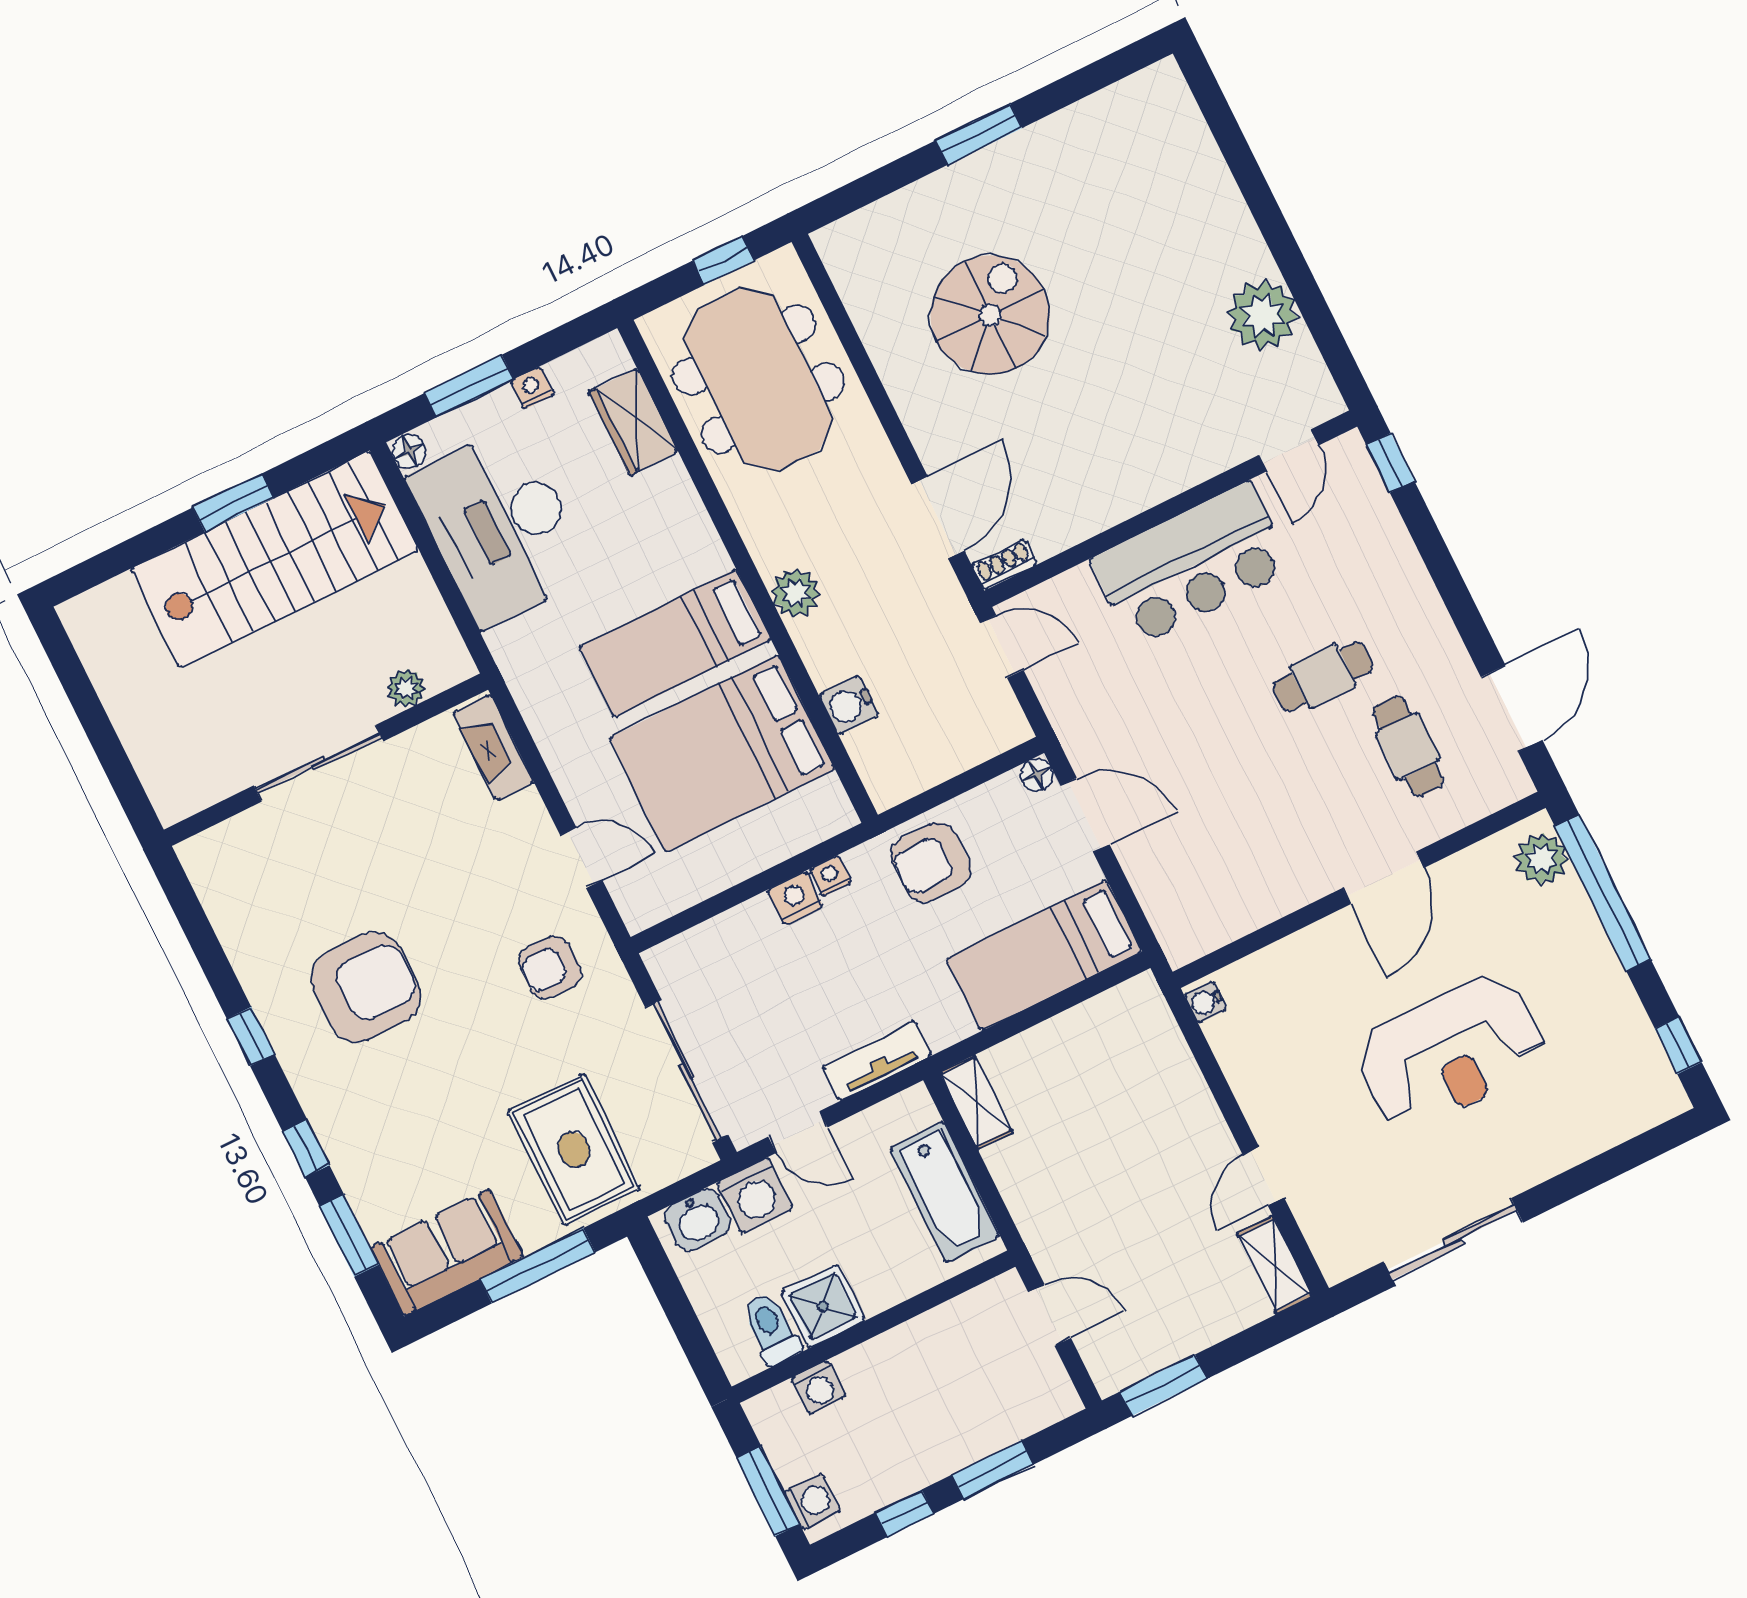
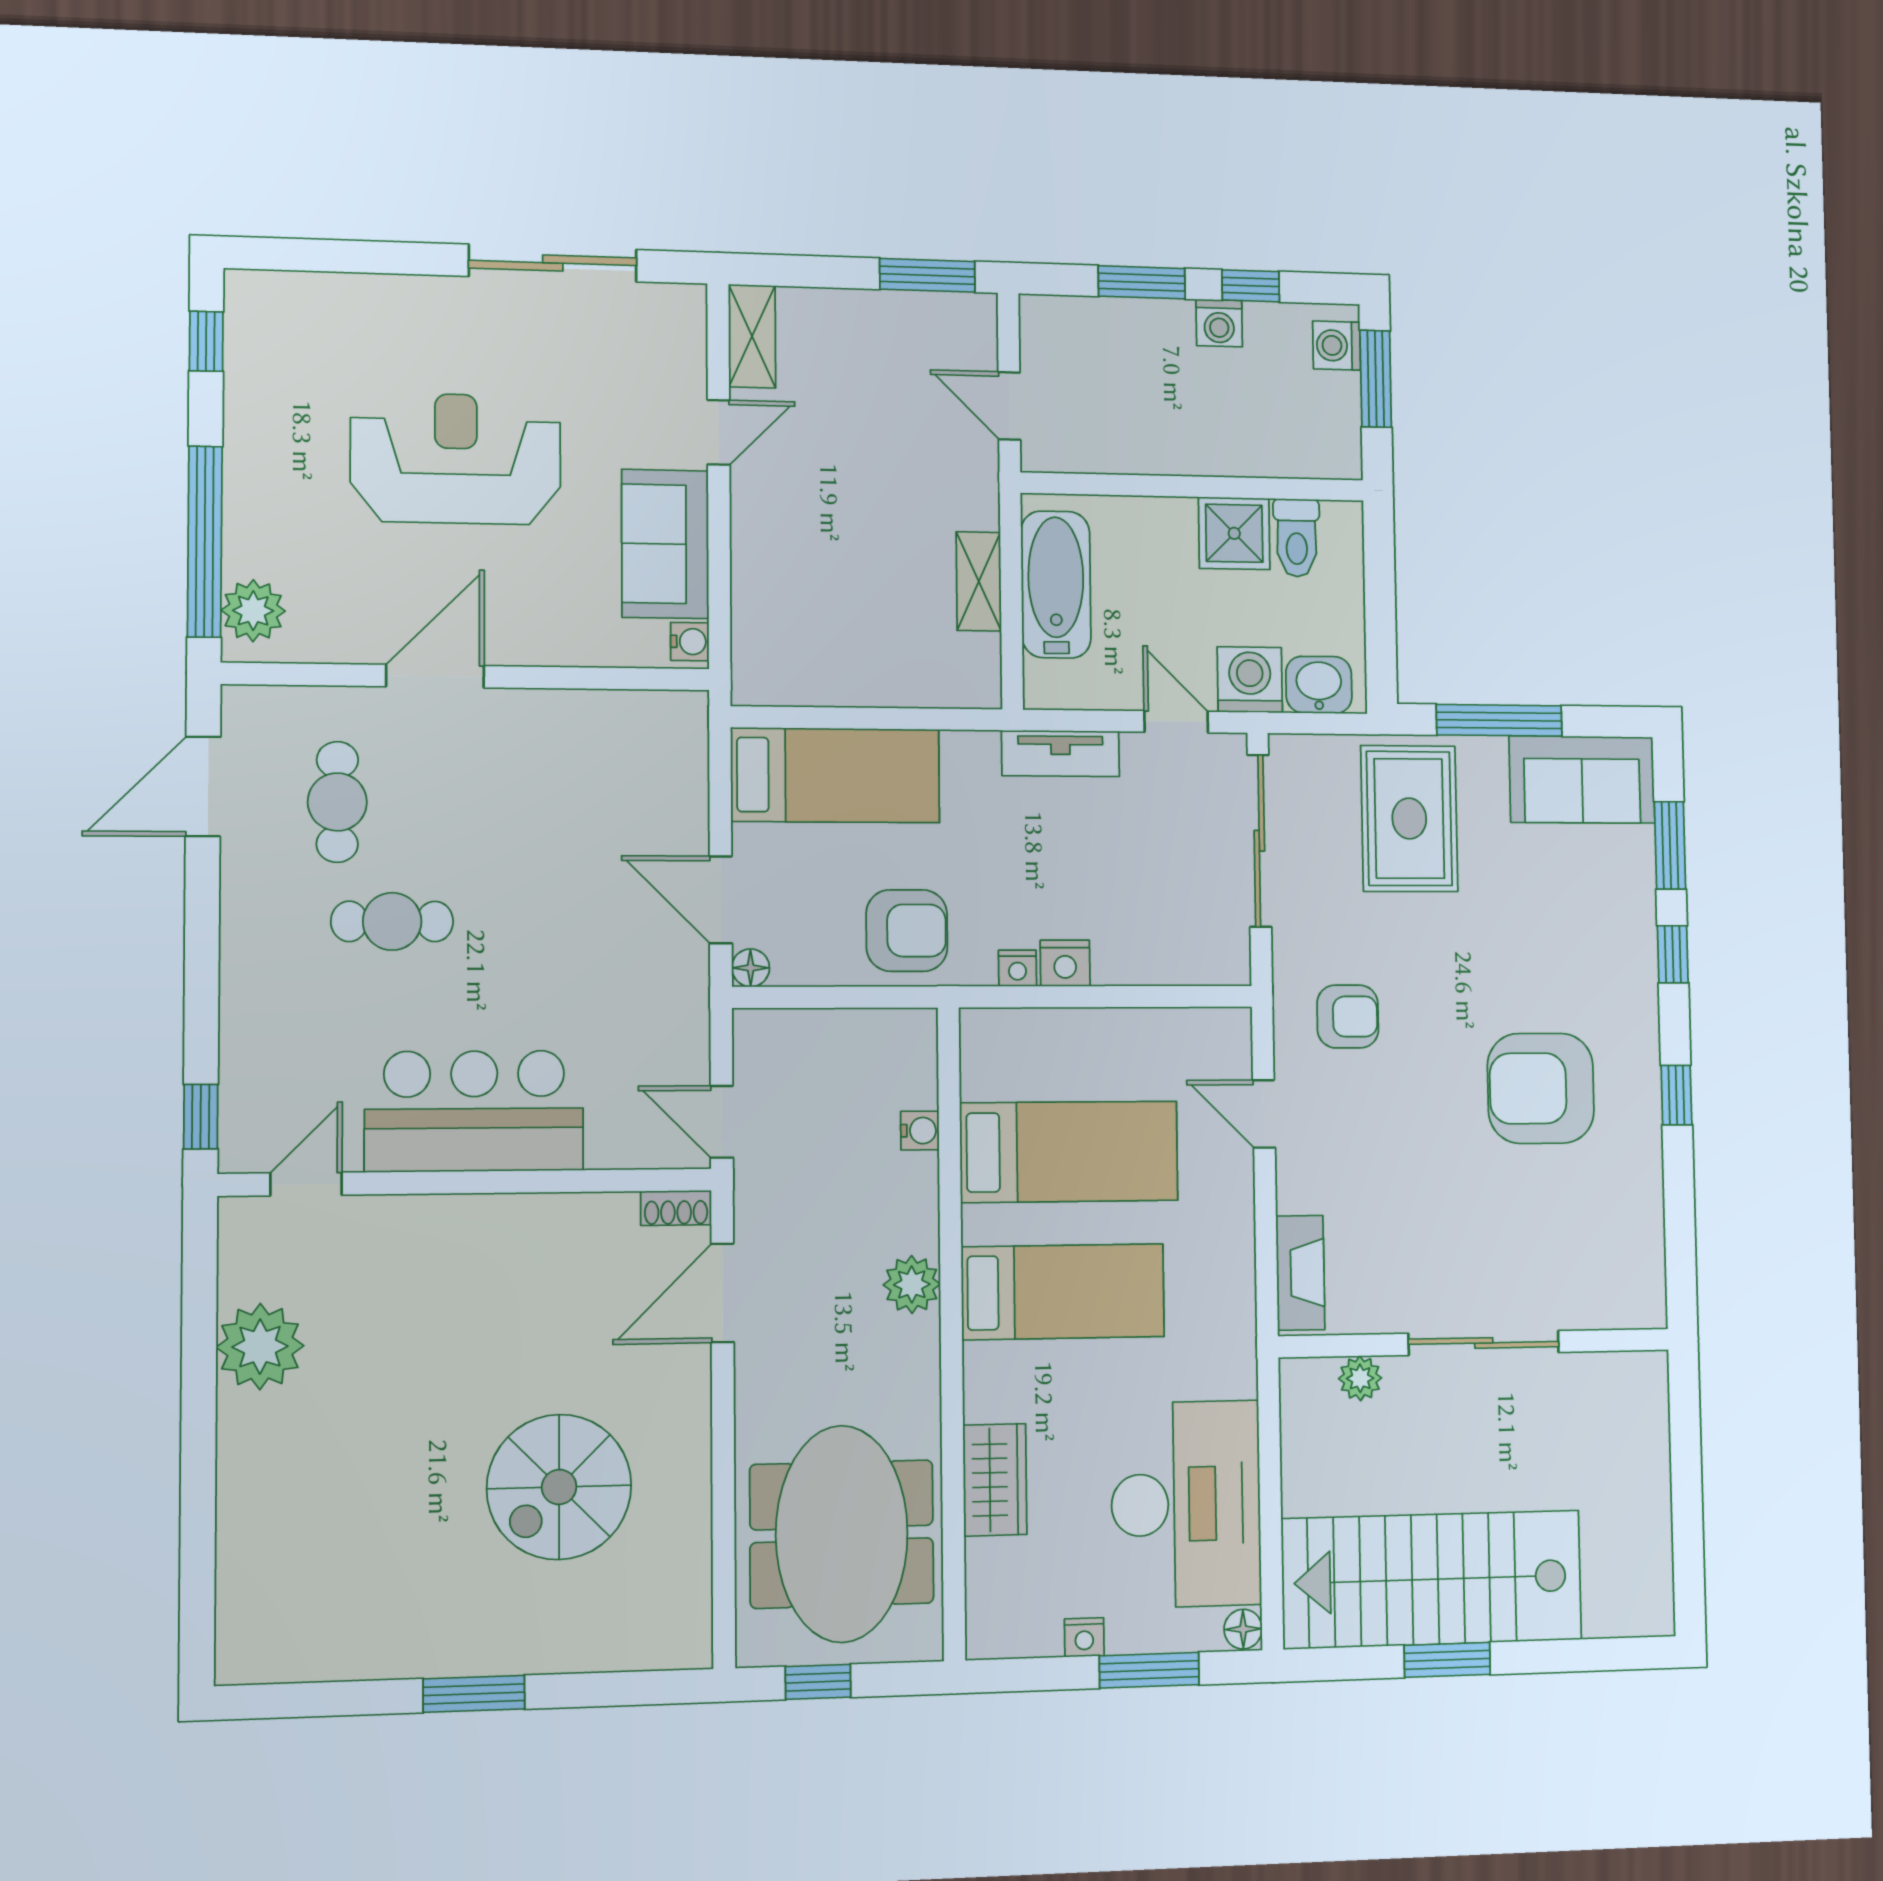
wardrobe: (633, 422) -> (995, 1480), moved
water cooler: (849, 705) -> (920, 1131), width x0.72, depth x0.72
bed: (722, 753) -> (1069, 1152), width x0.67
sofa: (1261, 1068) -> (665, 544), added
shelving: (976, 1102) -> (979, 581), moved
washing machine: (818, 1387) -> (1219, 323), moved, turned 180

